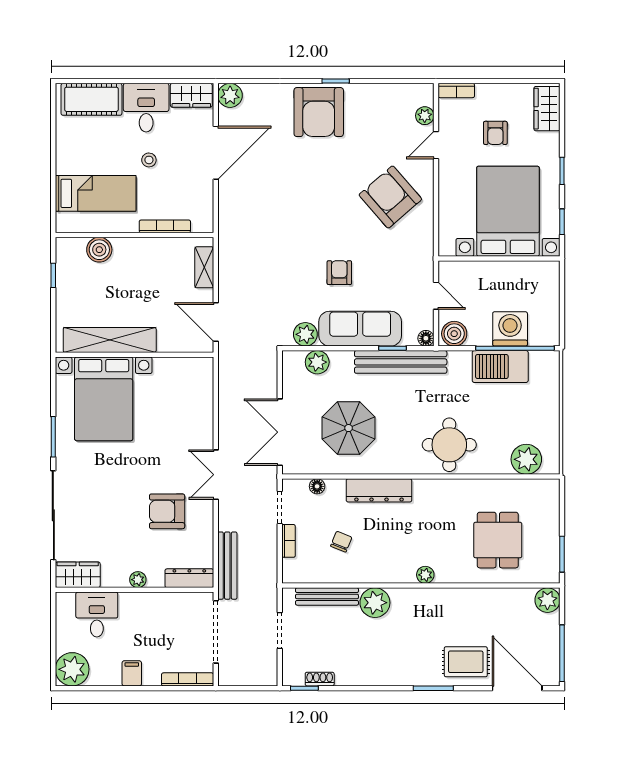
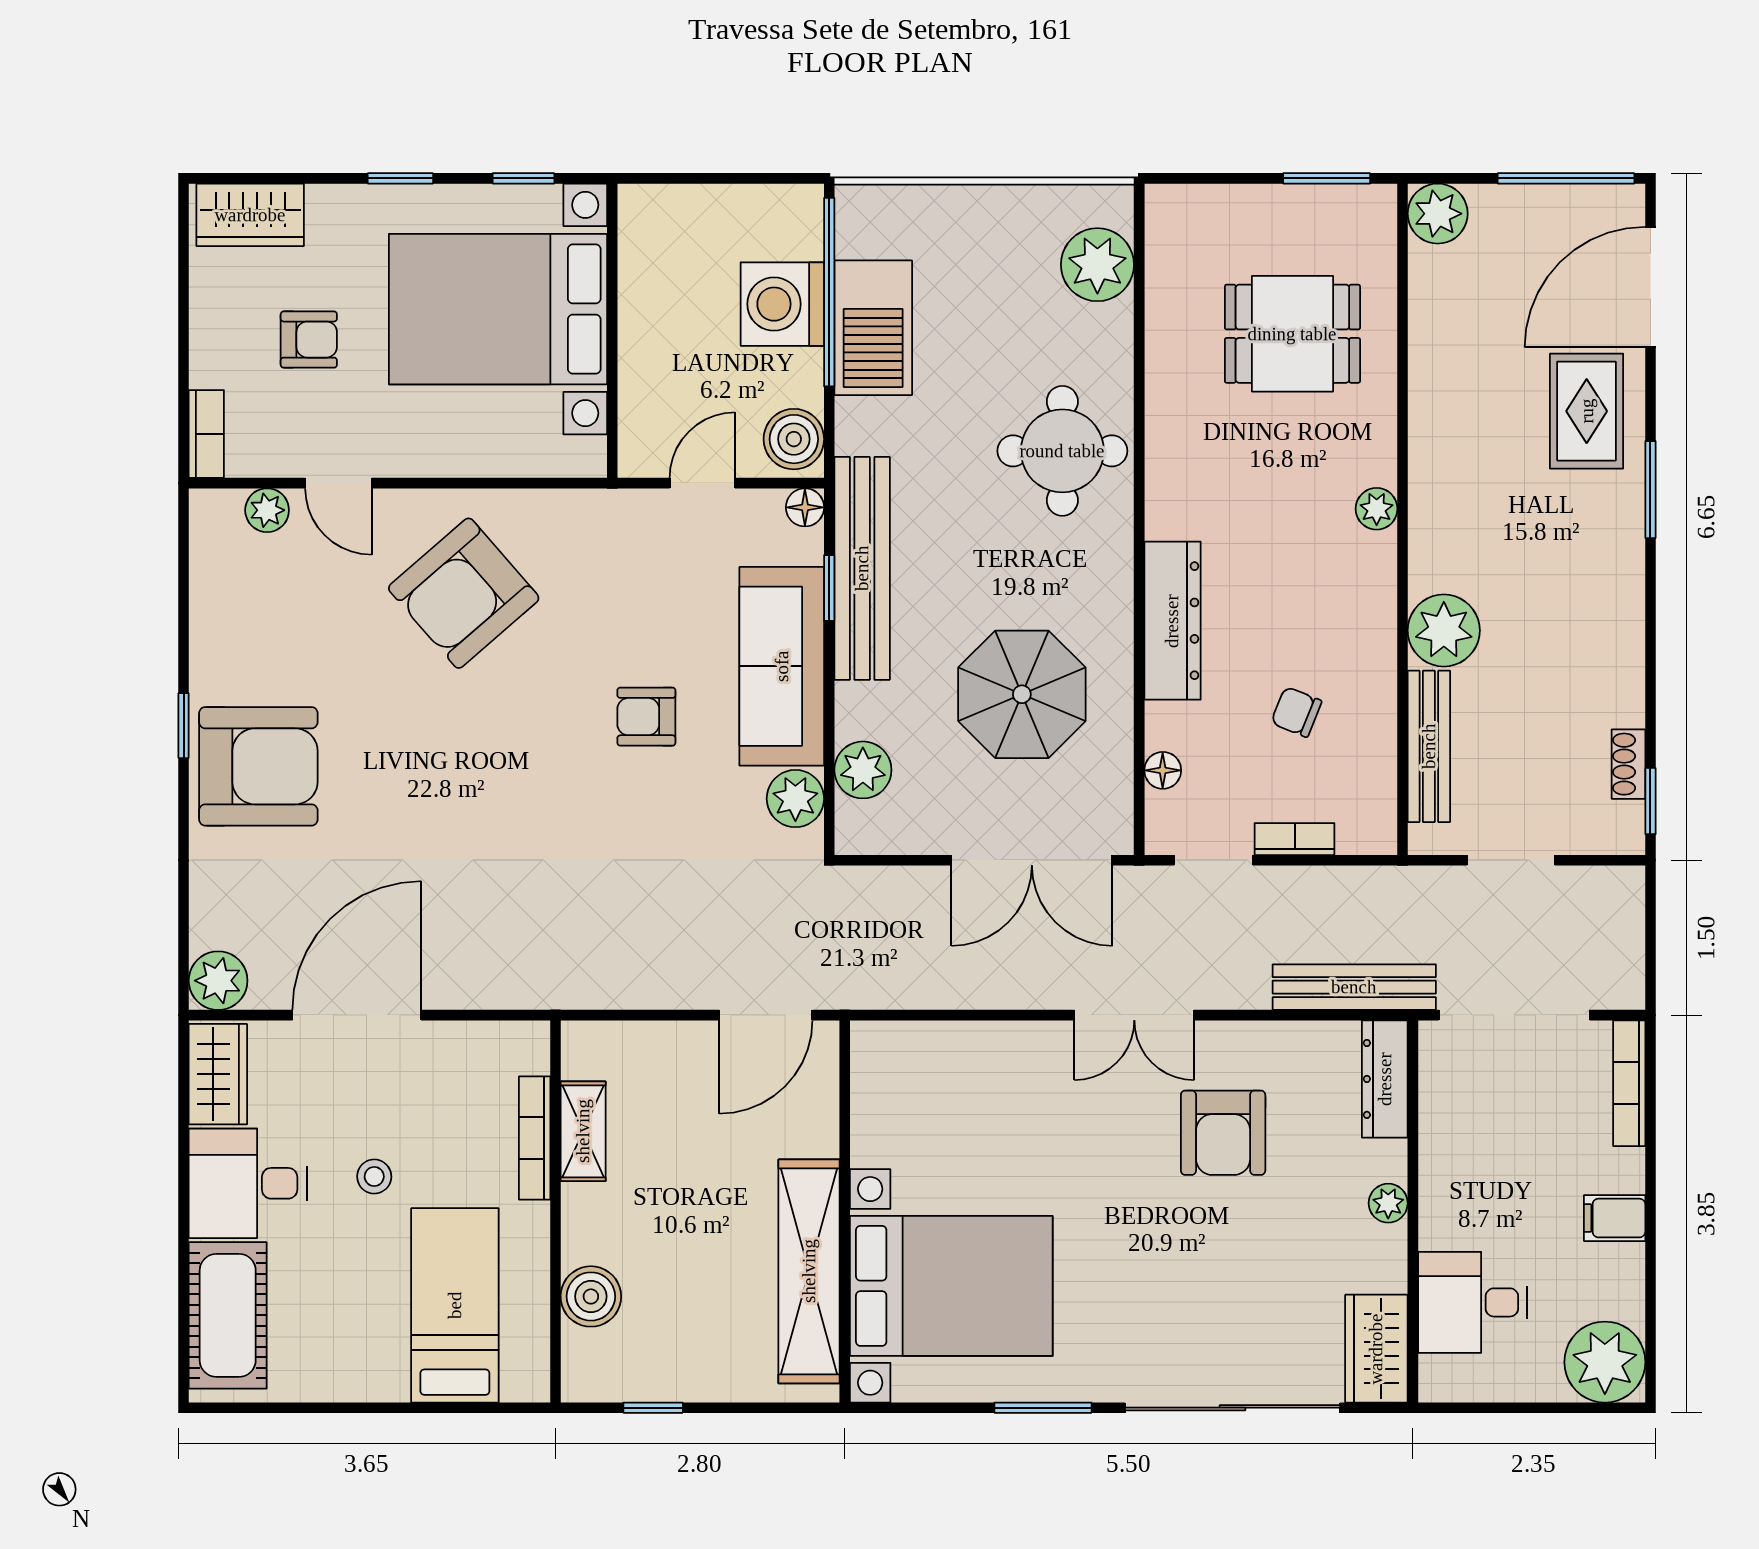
door: (216, 153) -> (357, 1015), hinge flipped
shelving: (204, 267) -> (583, 1131), moved, turned 90

